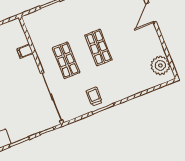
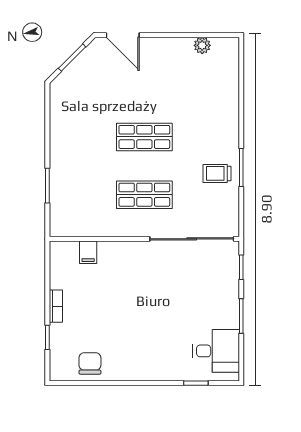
filing cabinet: (25, 51) -> (88, 252), moved
plant: (160, 65) -> (202, 45), width x0.53, depth x0.53

